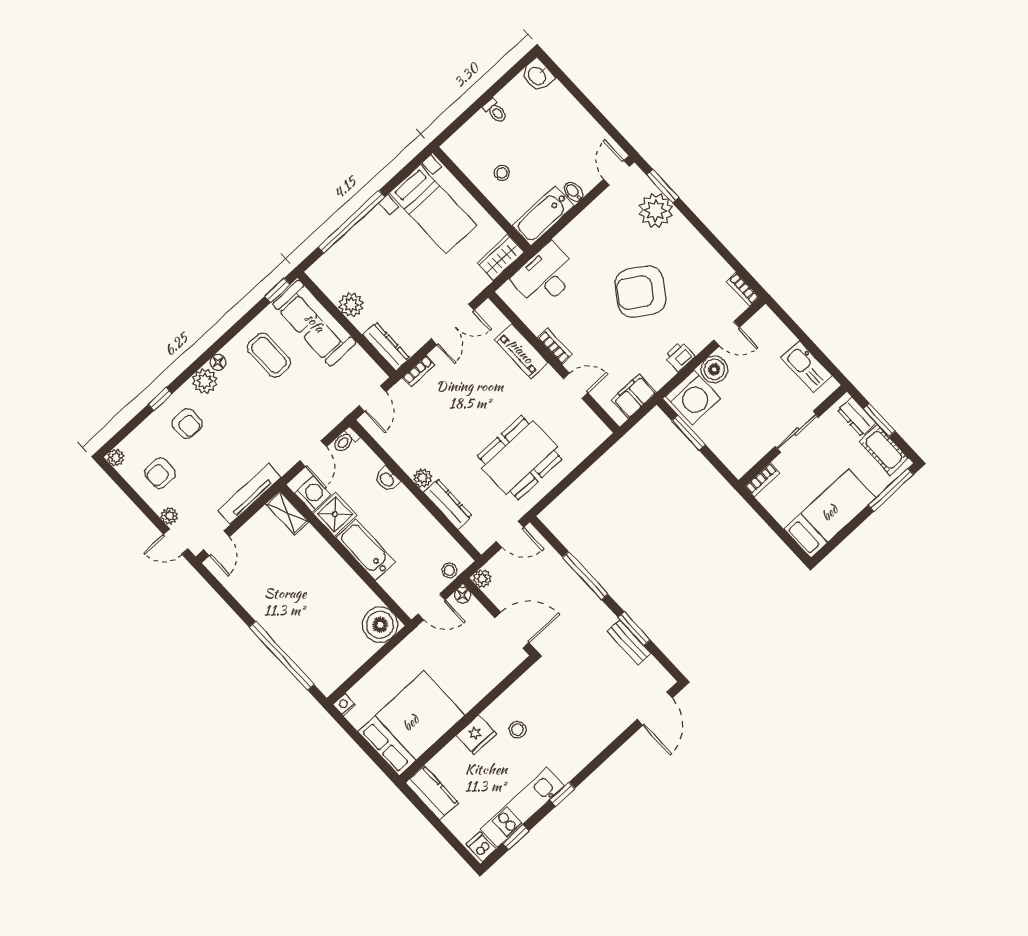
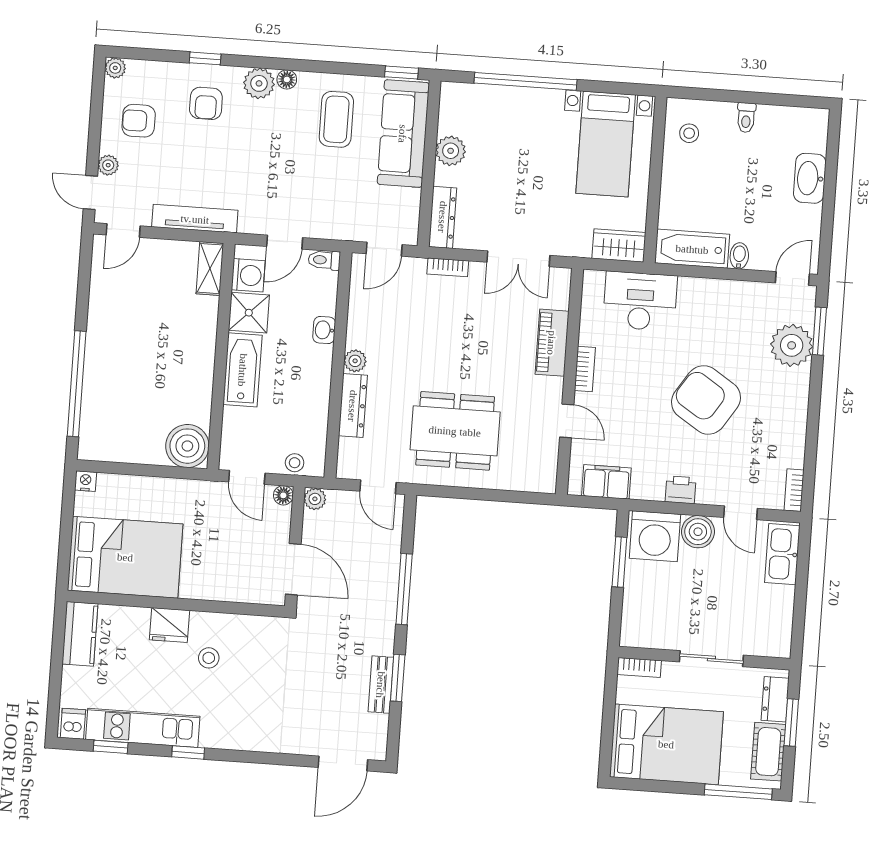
washbasin: (537, 75) -> (810, 178), moved, width x1.38
stool: (502, 173) -> (689, 133), moved
kitchen sink: (806, 367) -> (782, 554), moved
bed: (830, 513) -> (666, 744), width x1.50

